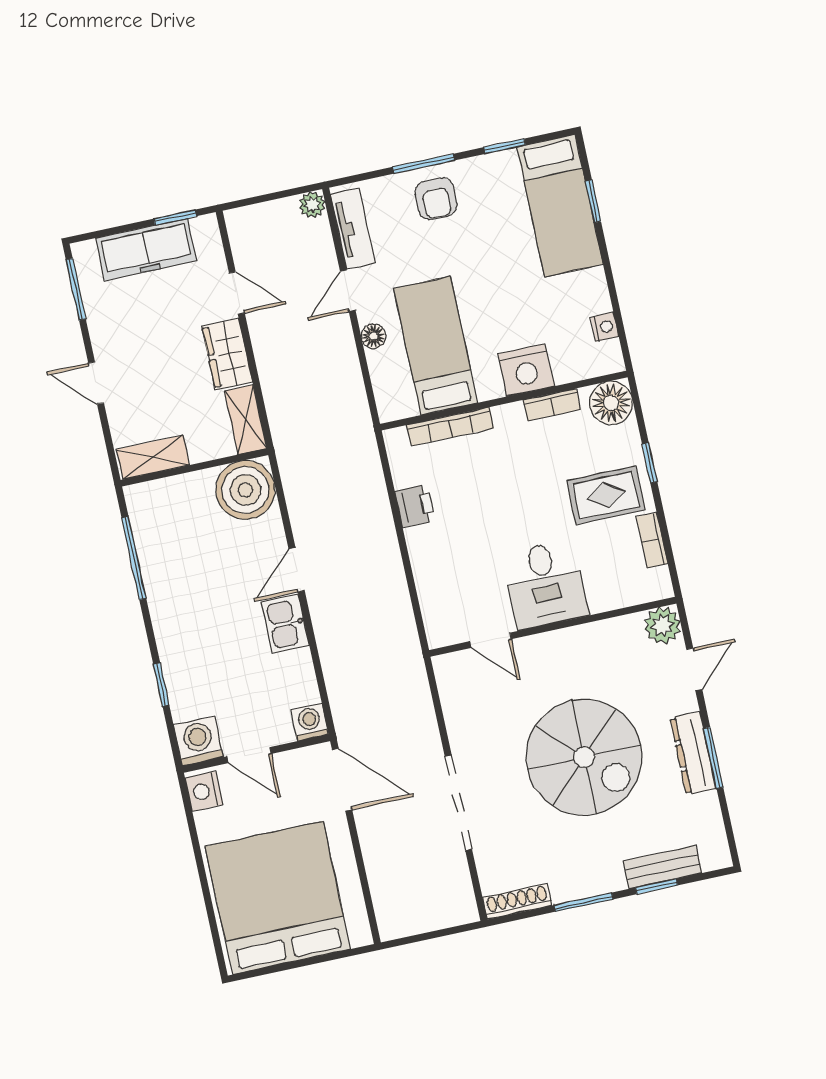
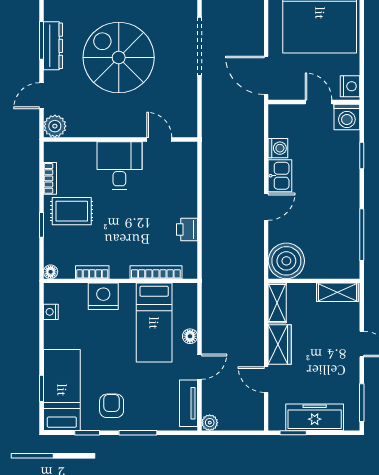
armchair: (436, 199) -> (112, 406), moved
floor lamp: (611, 403) -> (51, 272), width x0.53, depth x0.53
washing machine: (310, 722) -> (278, 148), moved, turned -90

